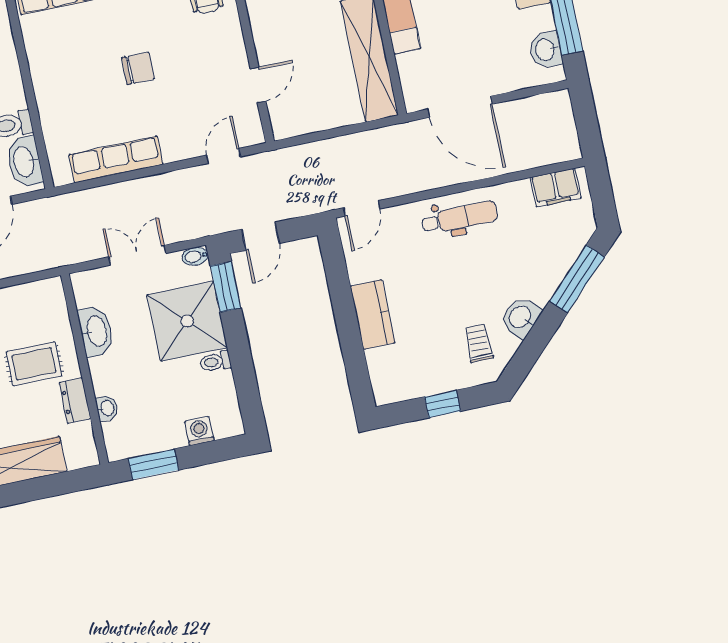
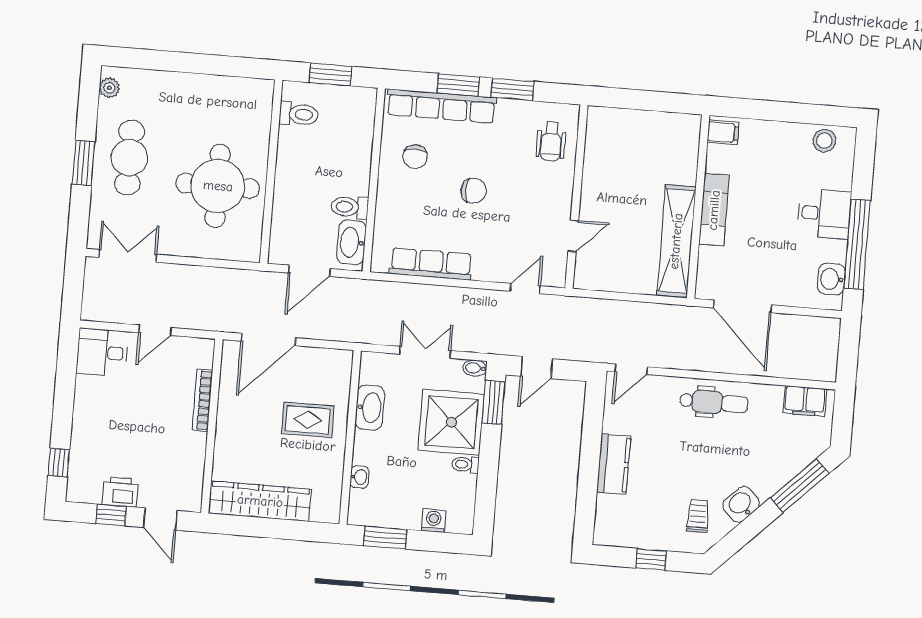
chair: (65, 51) -> (415, 157), added
dresser: (75, 401) -> (334, 462), removed

